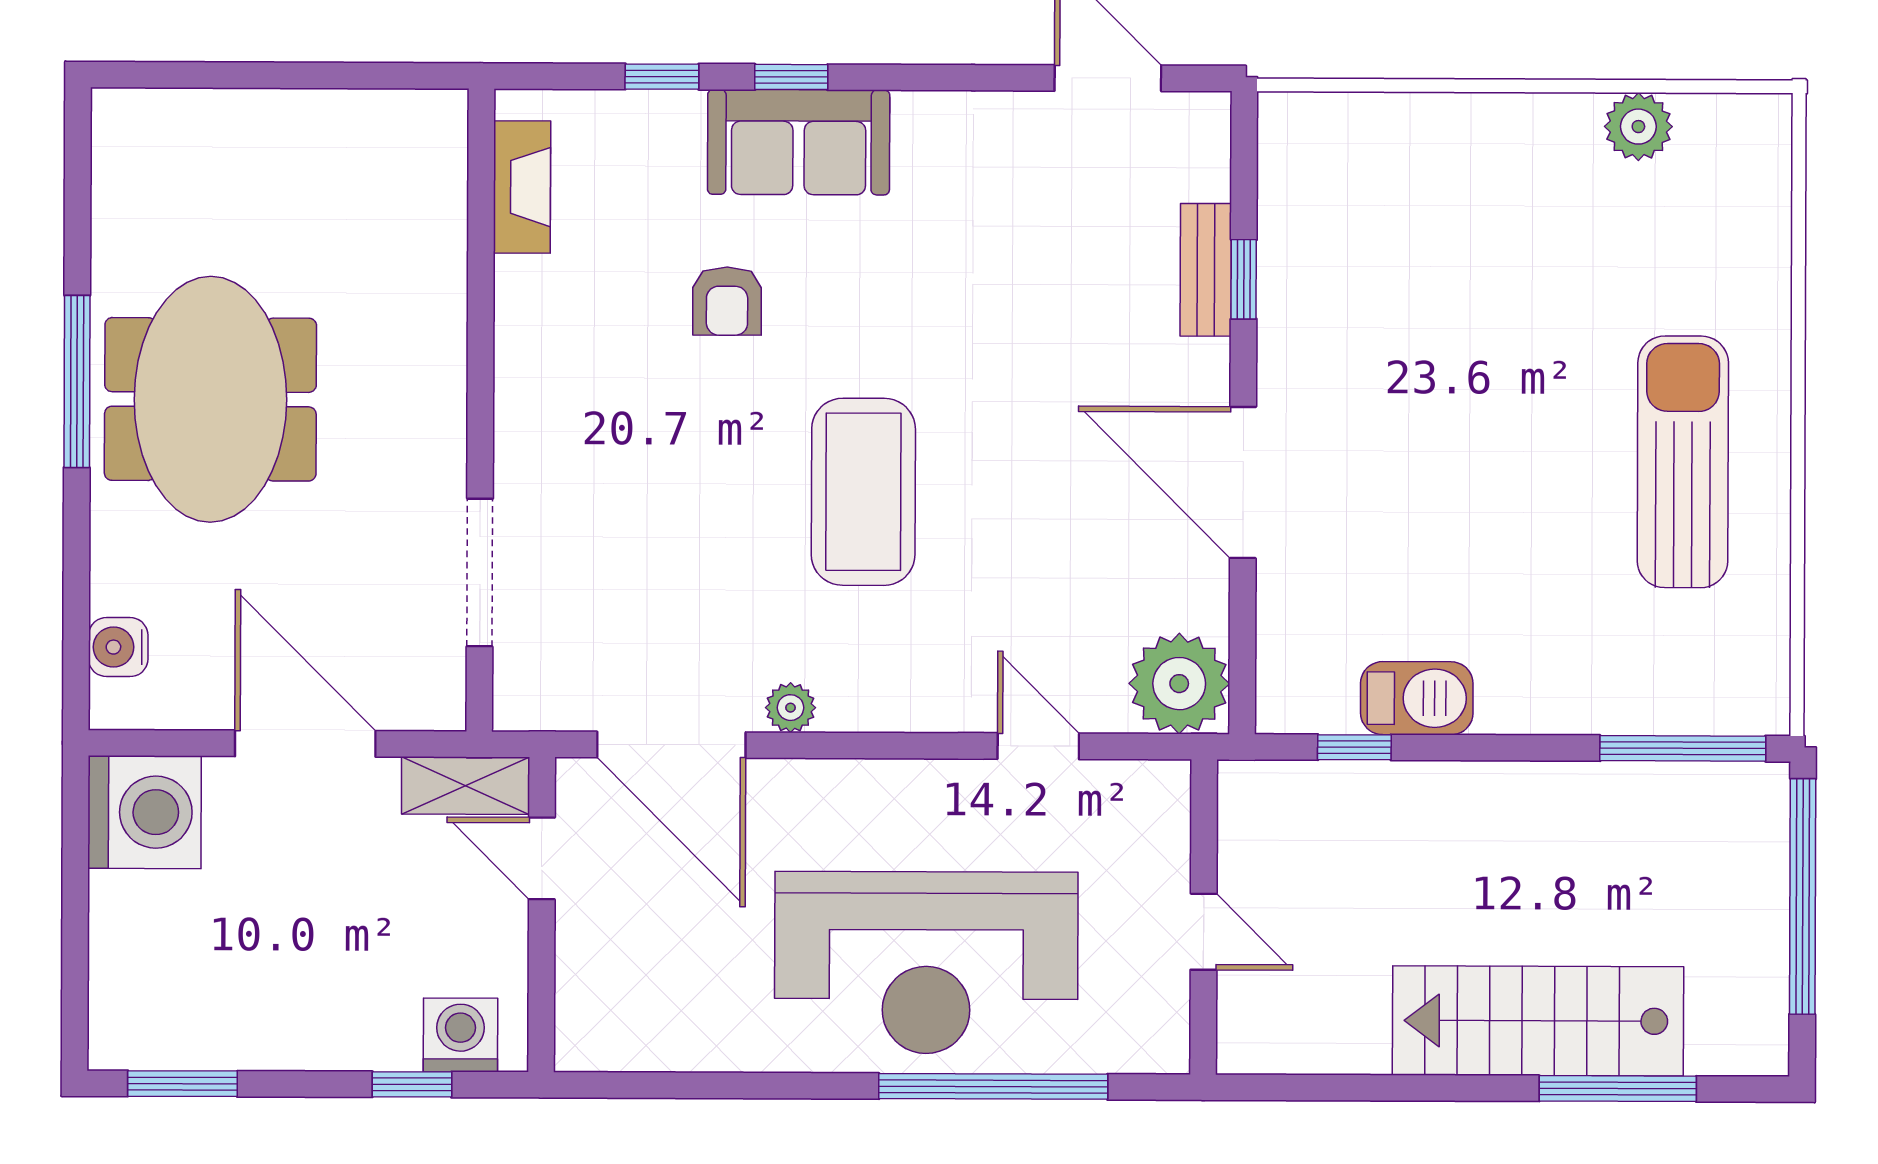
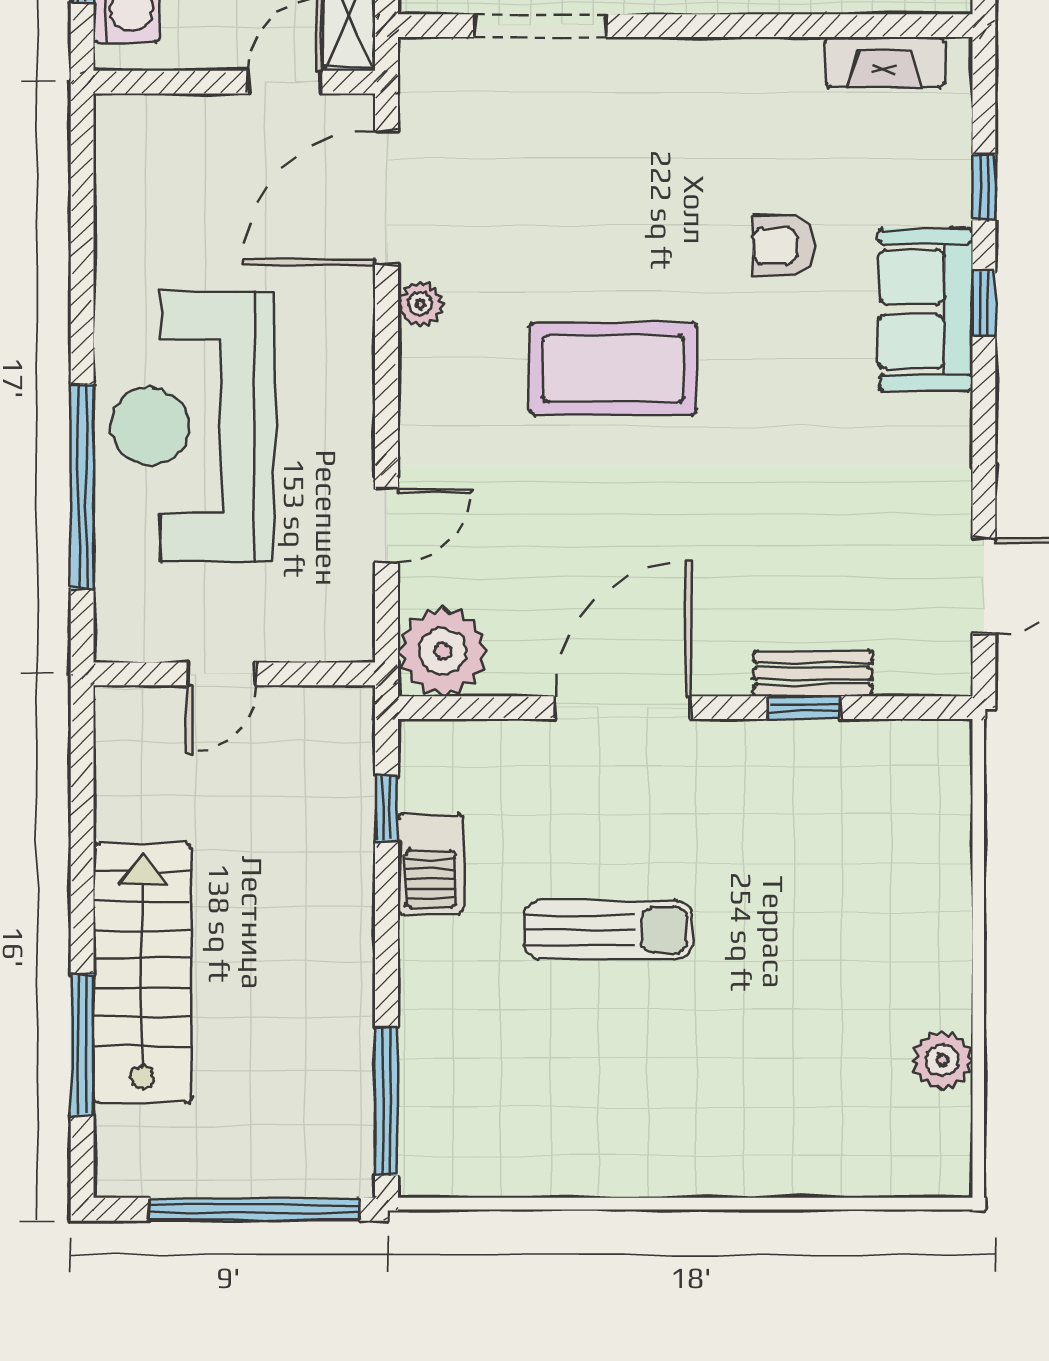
sun lounger: (1683, 462) -> (608, 930), moved, width x0.73, depth x0.75

